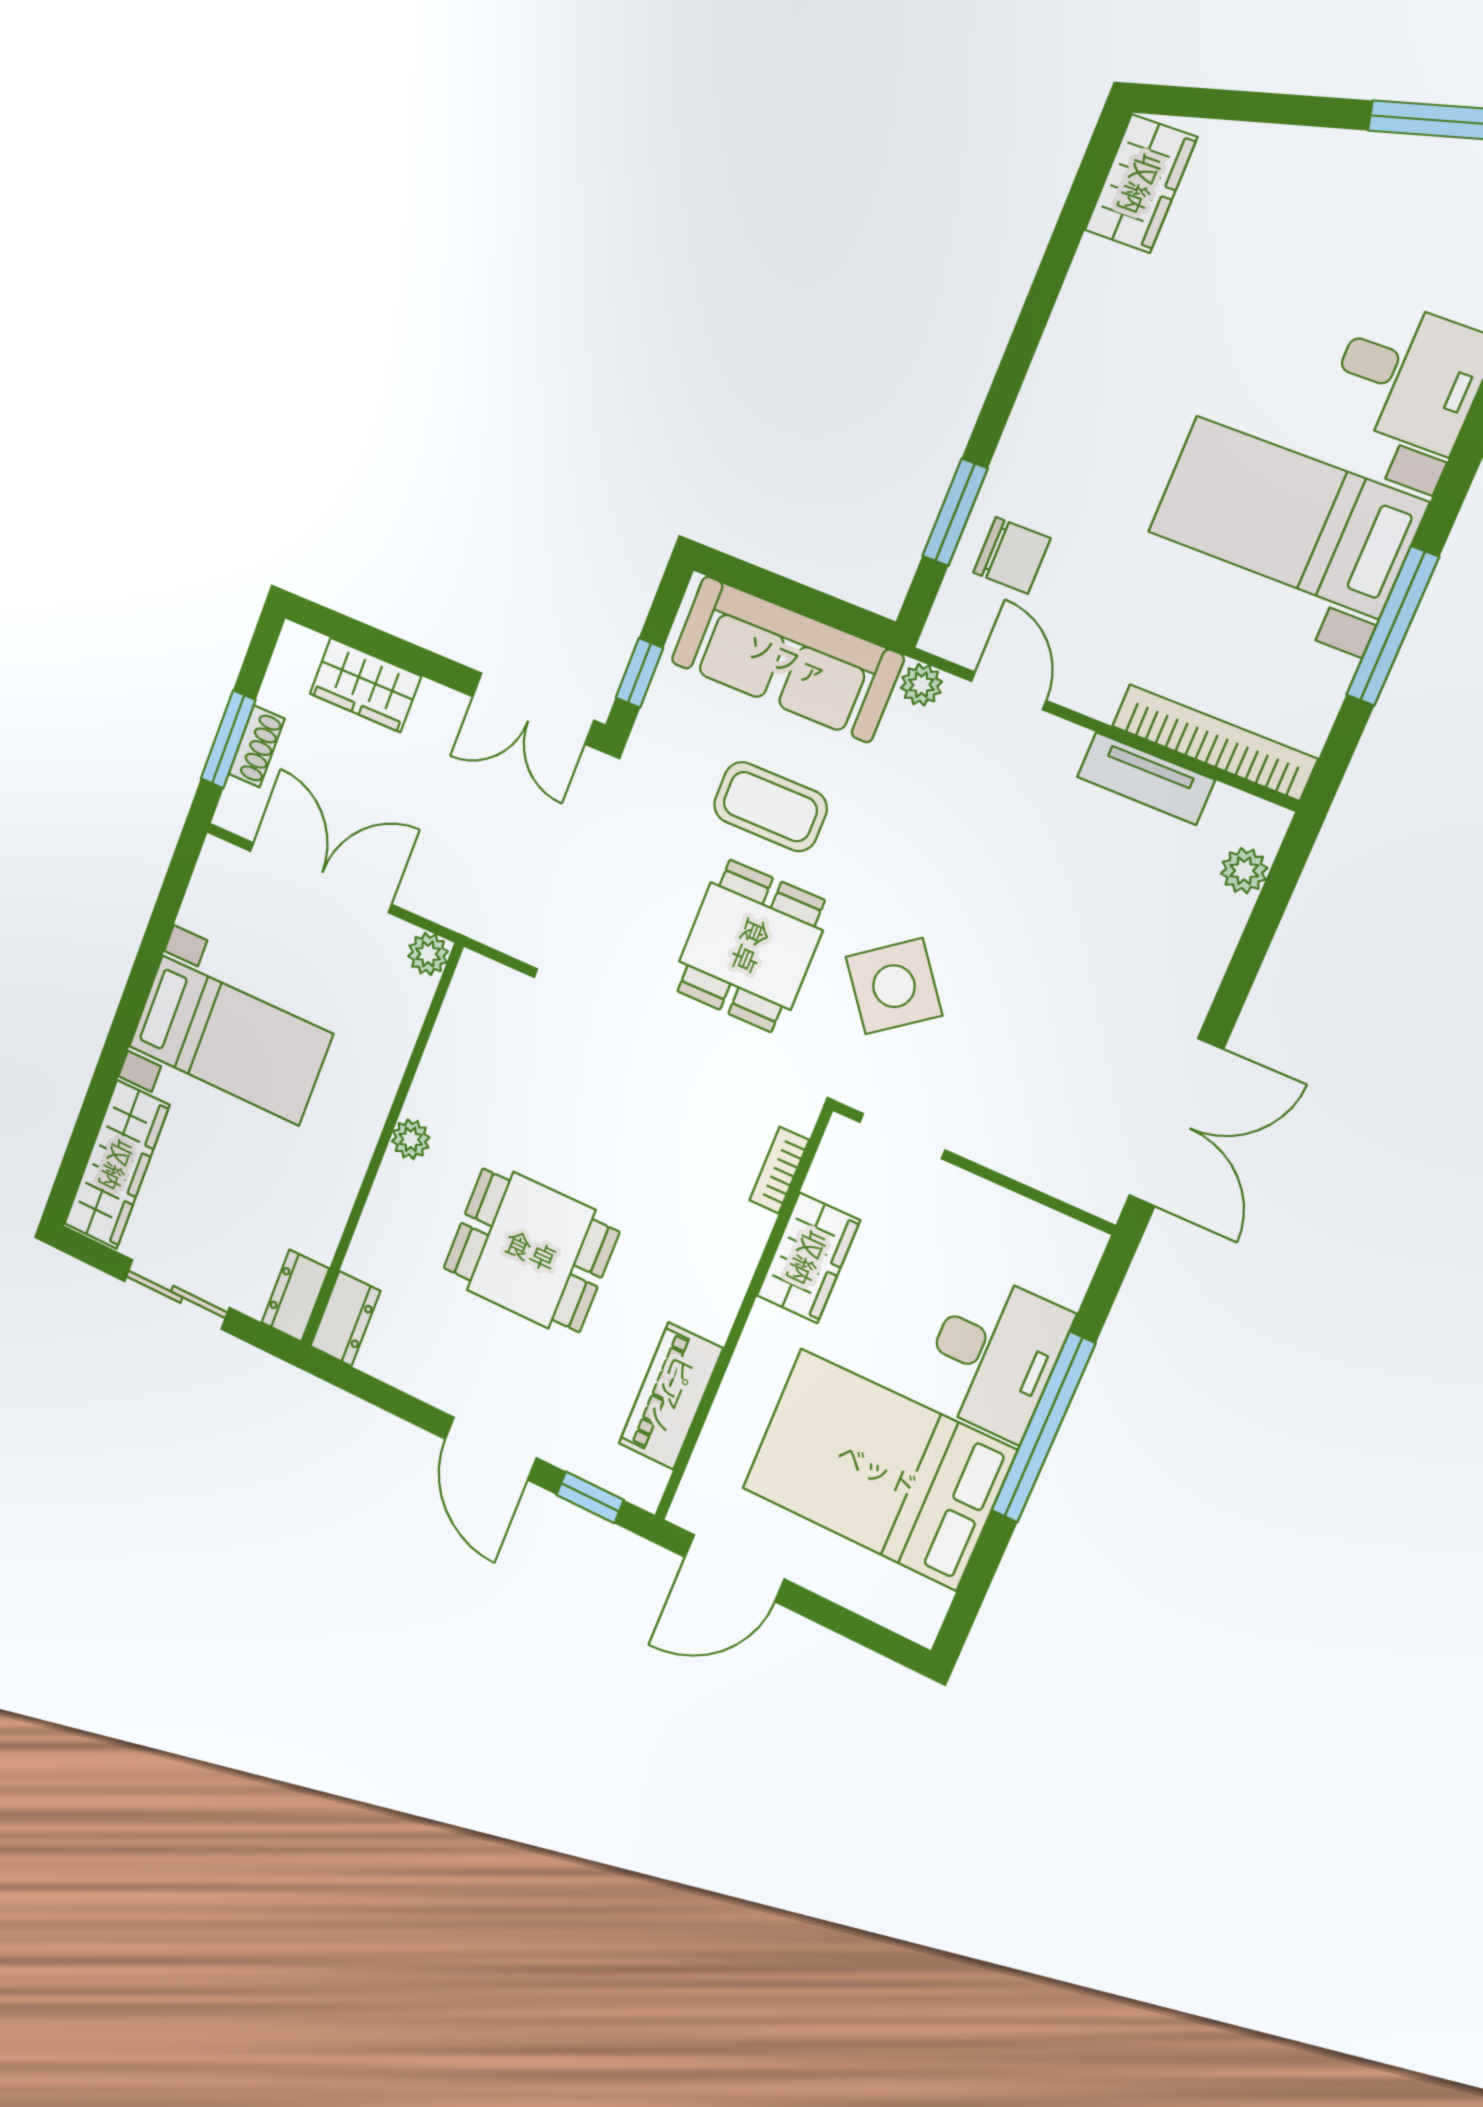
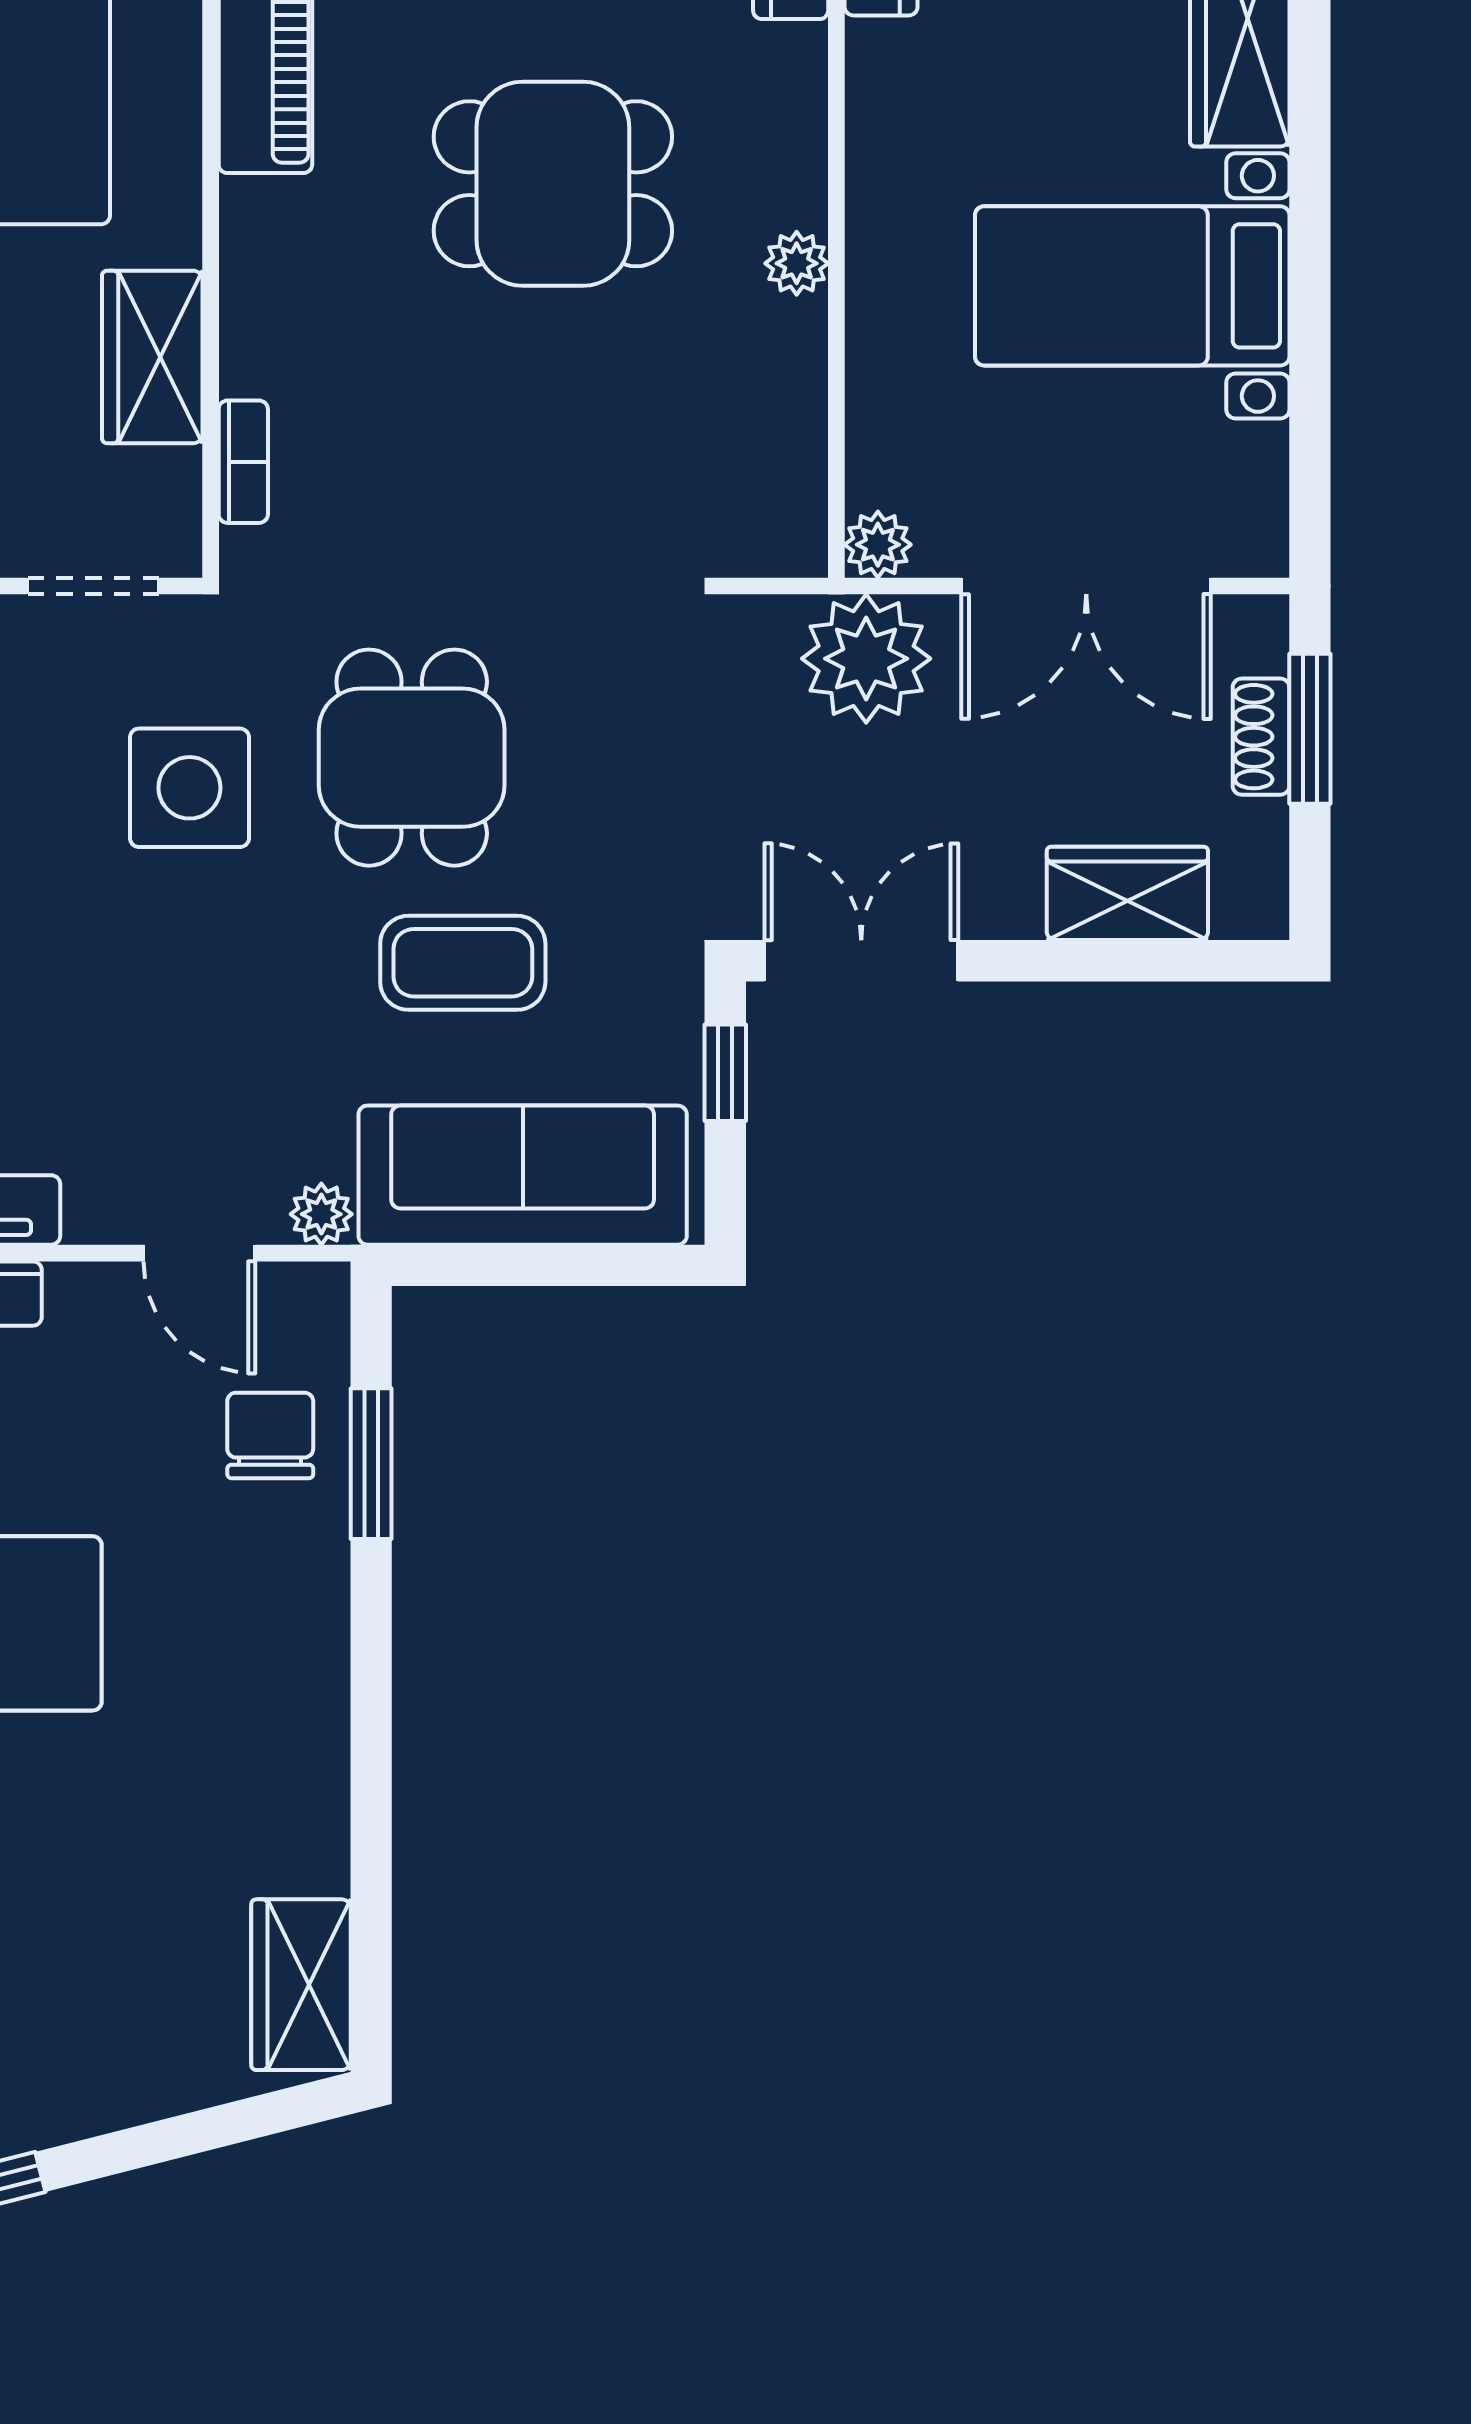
chair: (1012, 555) -> (270, 1435), turned 90
plant: (461, 889) -> (866, 659), added
side table: (894, 986) -> (189, 788), turned 37

